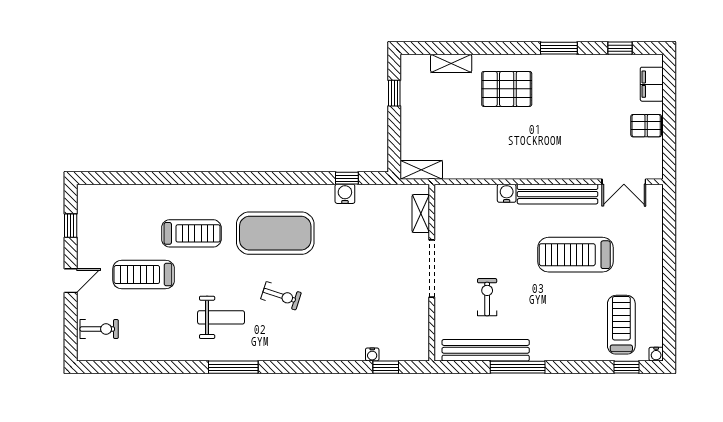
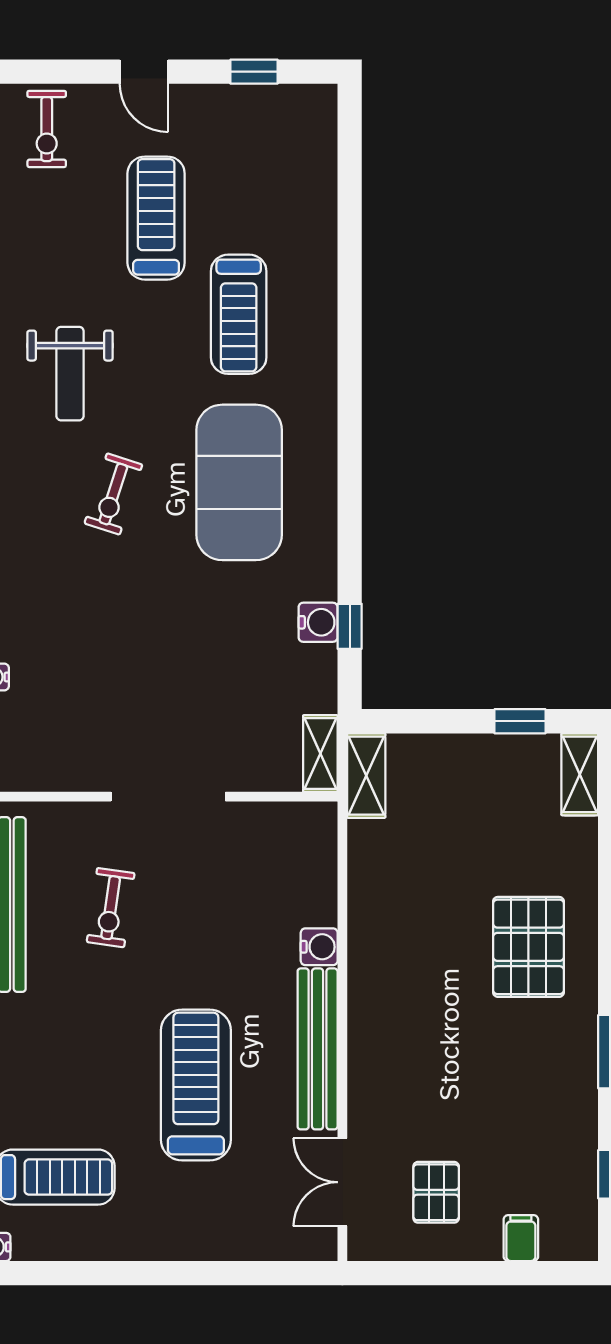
shelving: (451, 63) -> (580, 774), moved
filing cabinet: (652, 84) -> (521, 1238), width x0.50
pallet: (646, 126) -> (436, 1192), moved
shelving: (421, 214) -> (320, 753), moved, turned 90
exercise bike: (487, 297) -> (111, 908), turned 98

